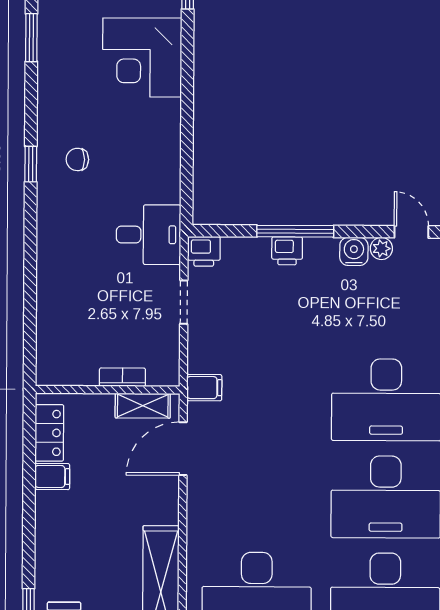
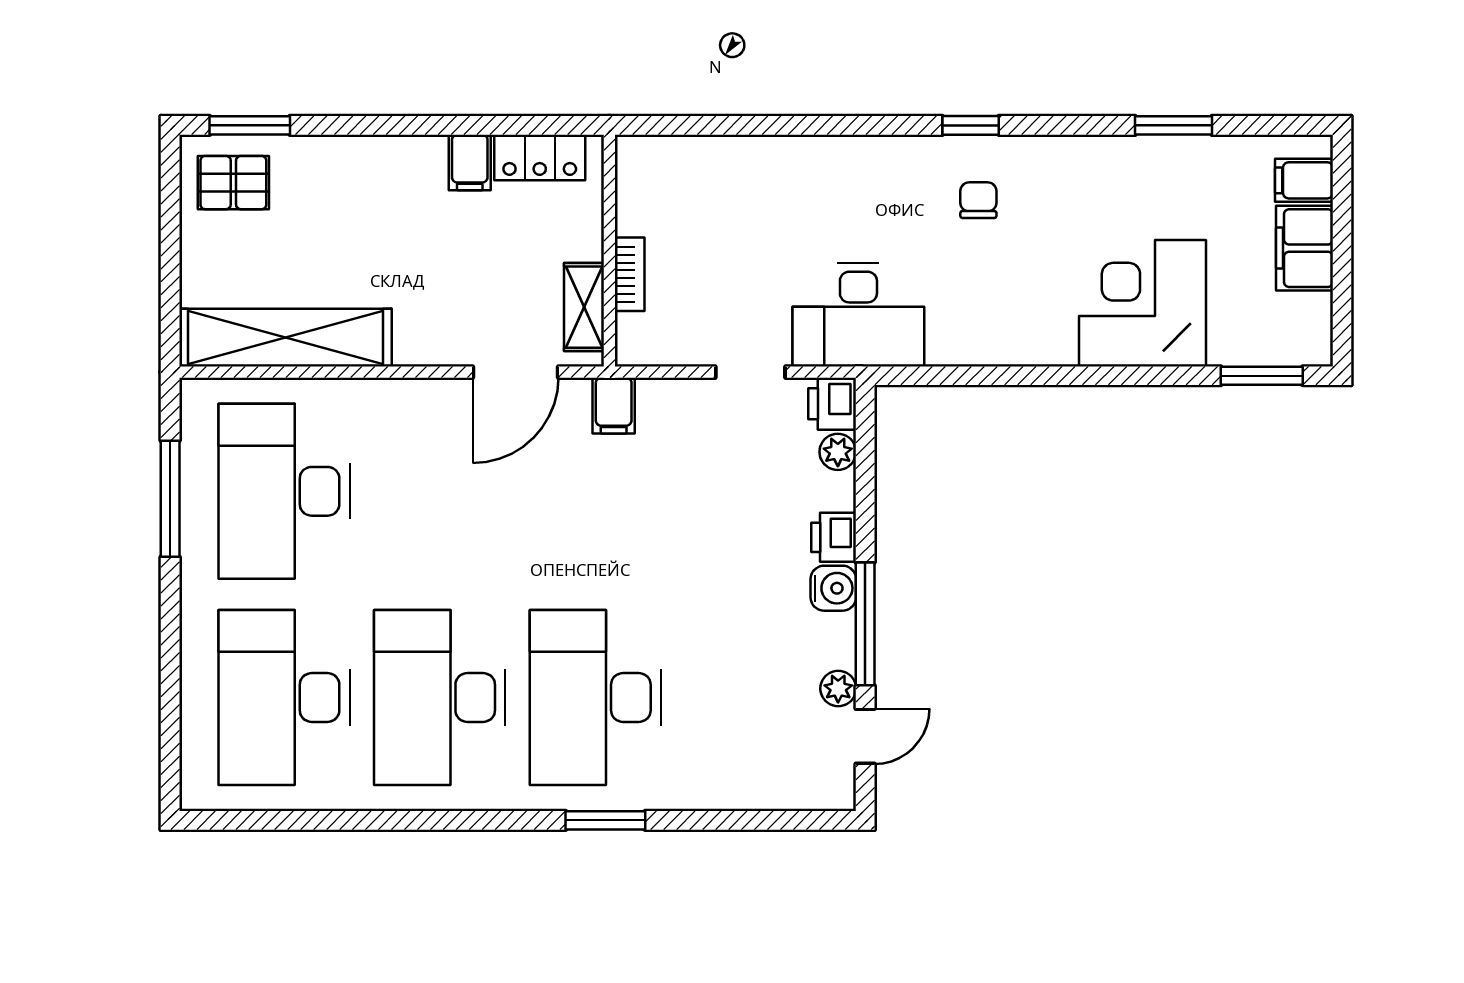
window: (295, 231) -> (865, 624), moved
desk: (149, 235) -> (858, 315), width x1.37
plant: (234, 248) -> (838, 452), added
water cooler: (354, 251) -> (833, 588), moved
door: (183, 449) -> (516, 372), swing flipped

